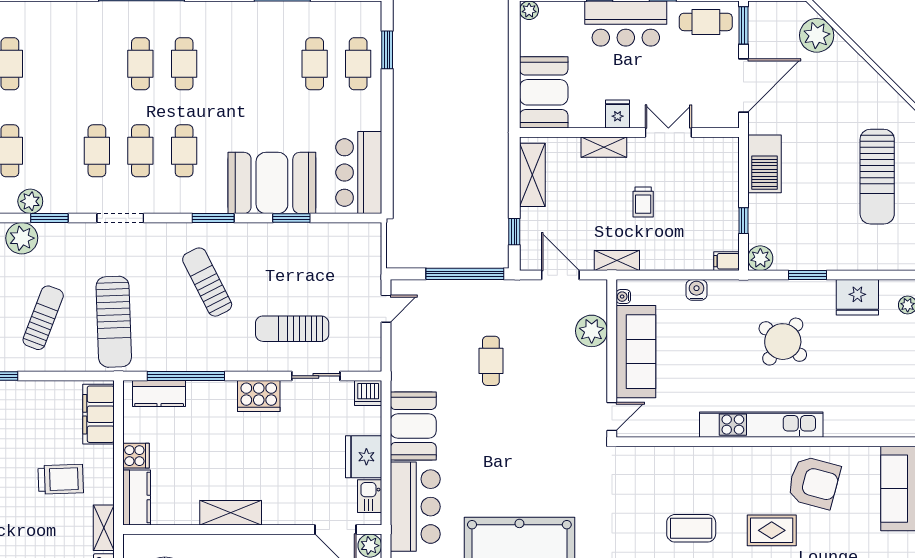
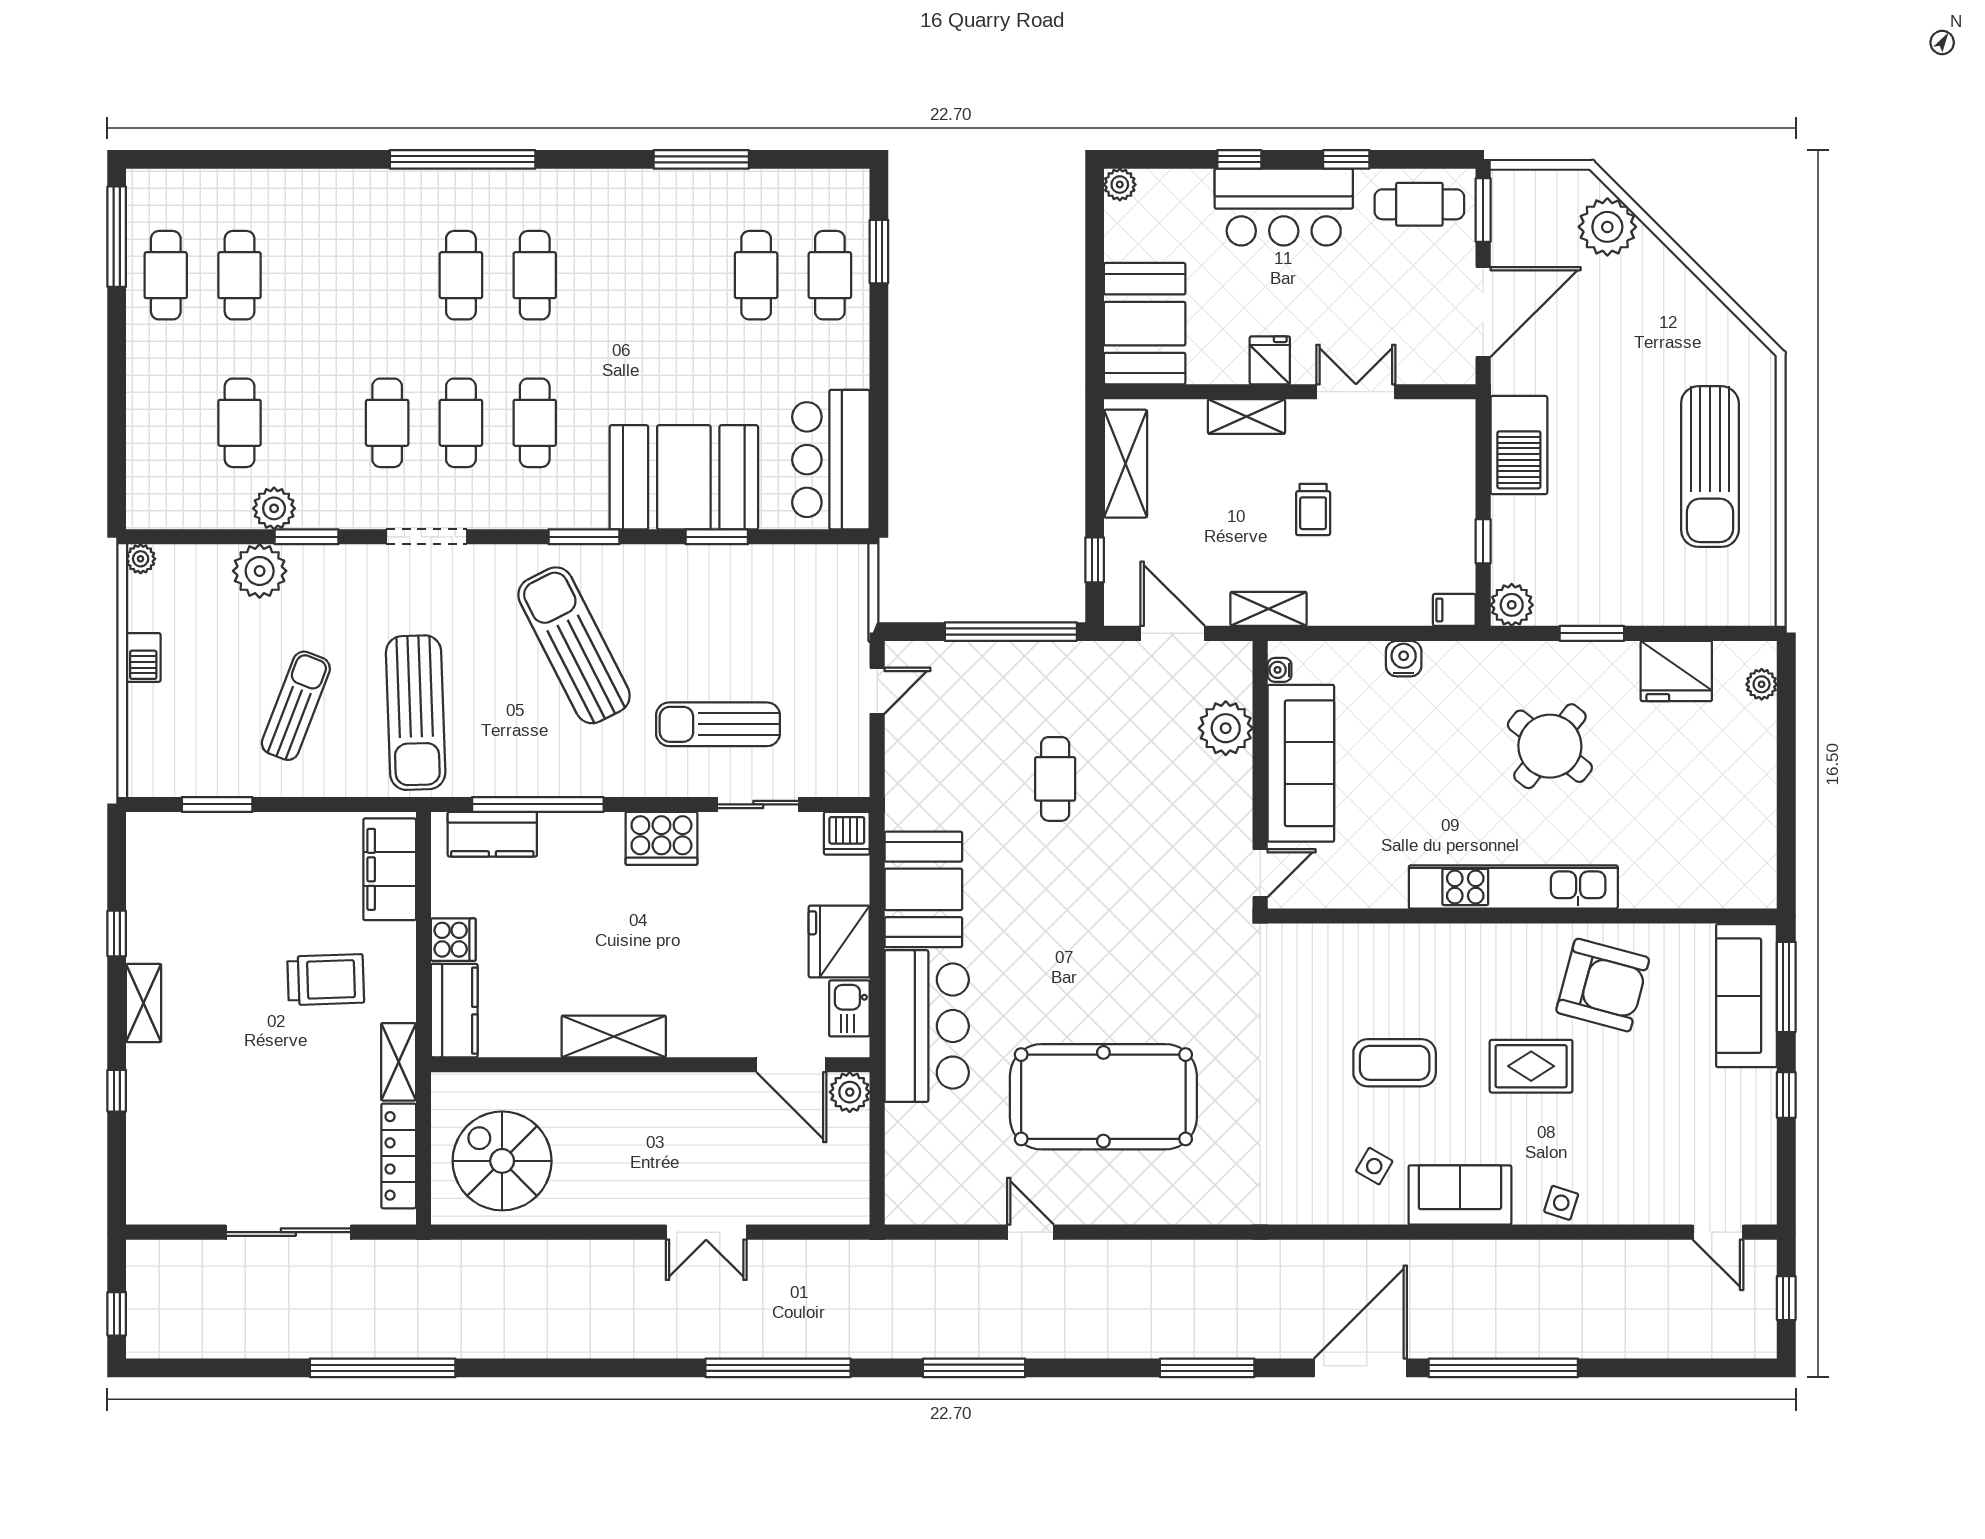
sun lounger: (207, 282) -> (574, 645), width x1.36, depth x1.34

